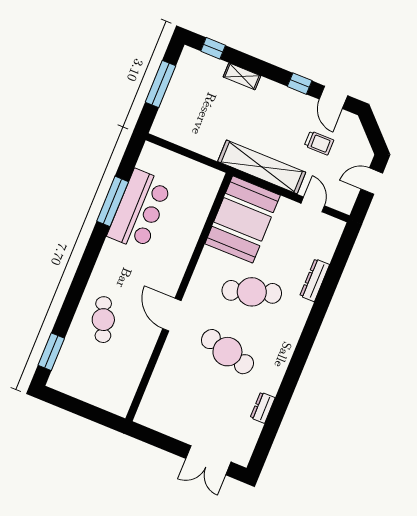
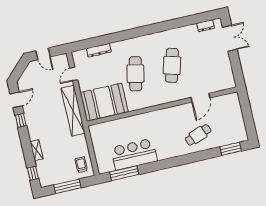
trolley: (319, 143) -> (81, 165), moved
window: (113, 201) -> (124, 173), moved
dresser: (315, 280) -> (99, 50), moved
cafe table: (252, 292) -> (135, 74), turned 30
door: (172, 315) -> (200, 98), moved
dresser: (263, 408) -> (206, 26), moved

